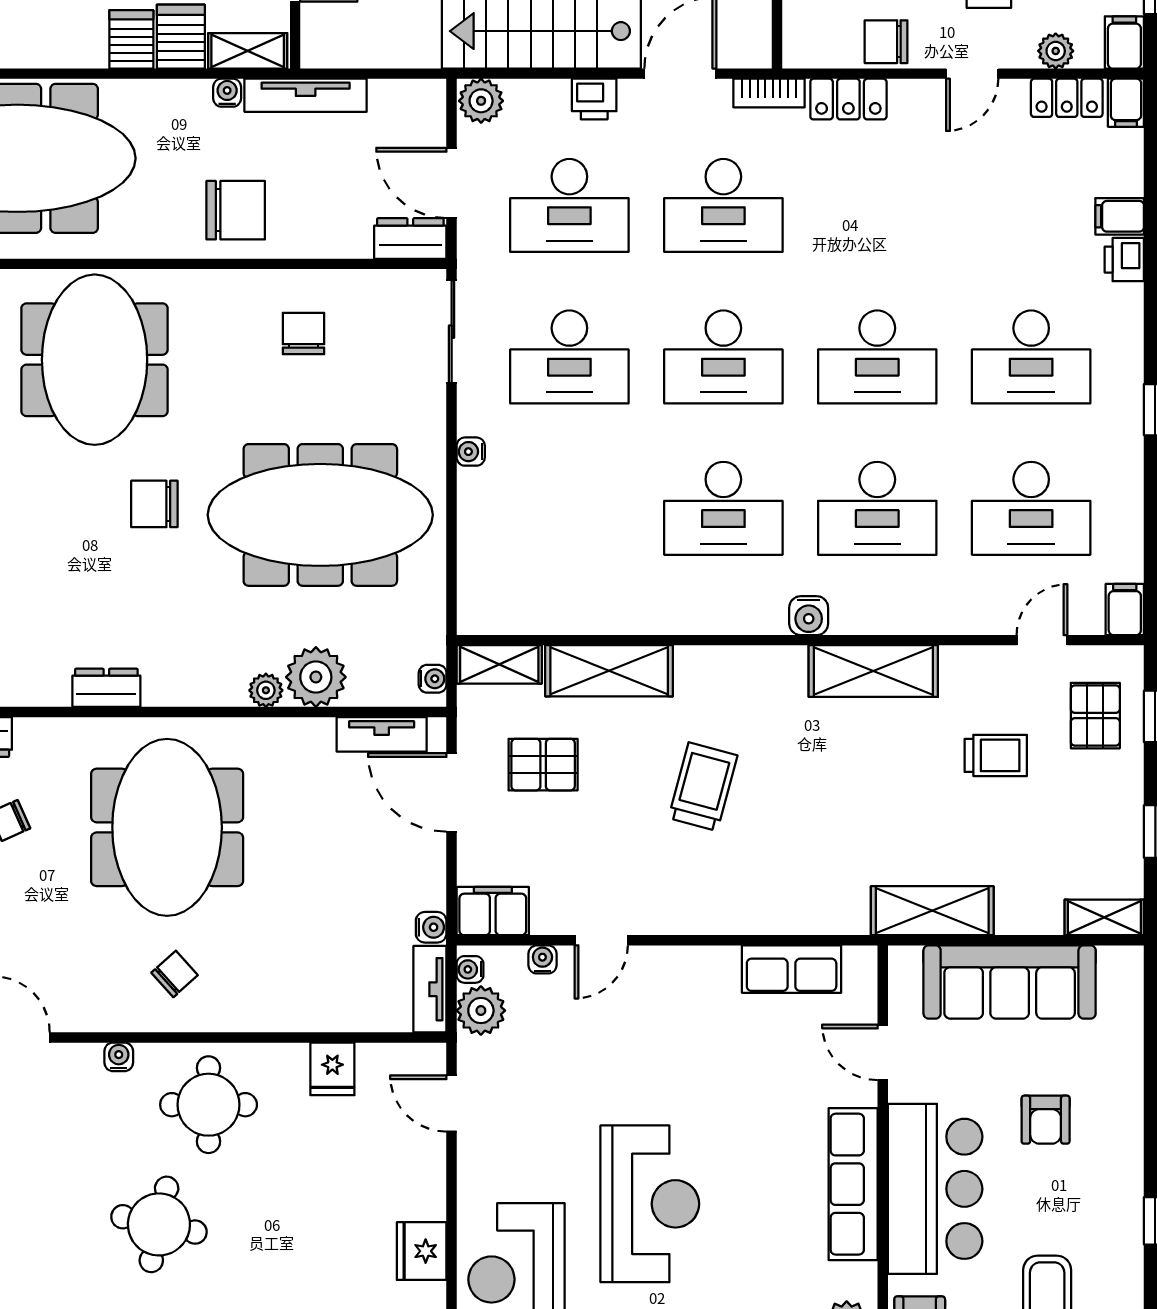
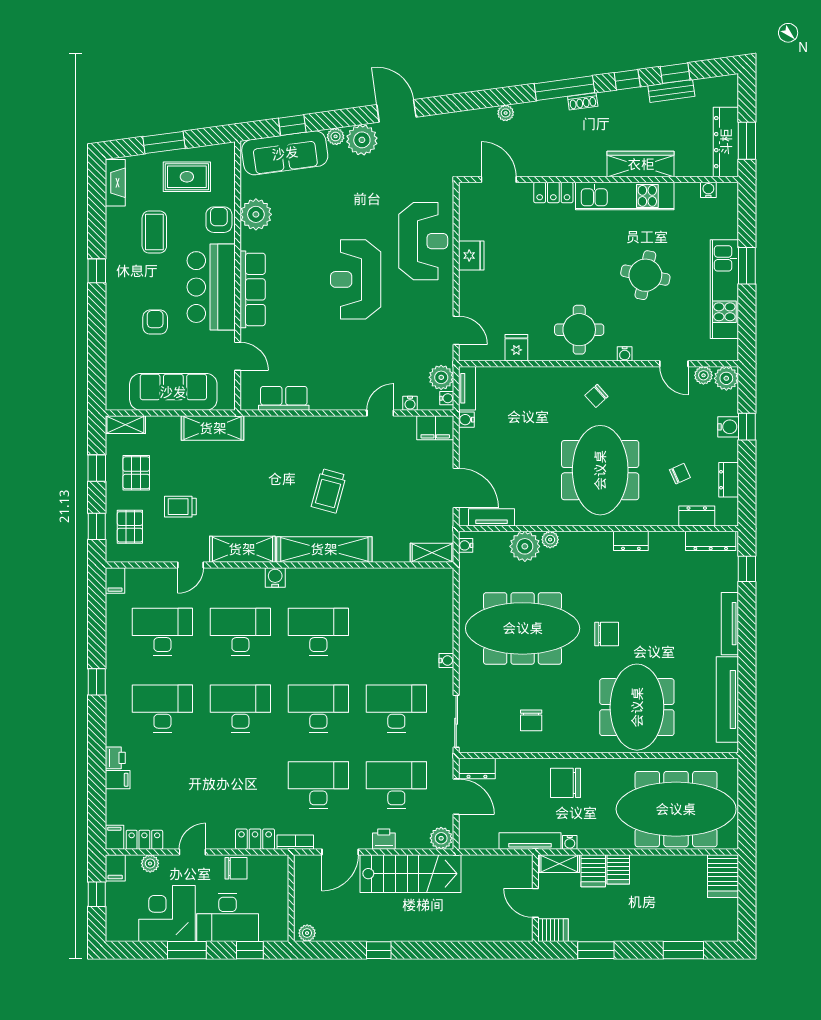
door: (1042, 640) -> (191, 565), moved
shelving: (609, 671) -> (324, 549), moved, width x1.47
pallet: (543, 765) -> (136, 473), moved, turned 90
round table: (159, 1224) -> (645, 275), moved

